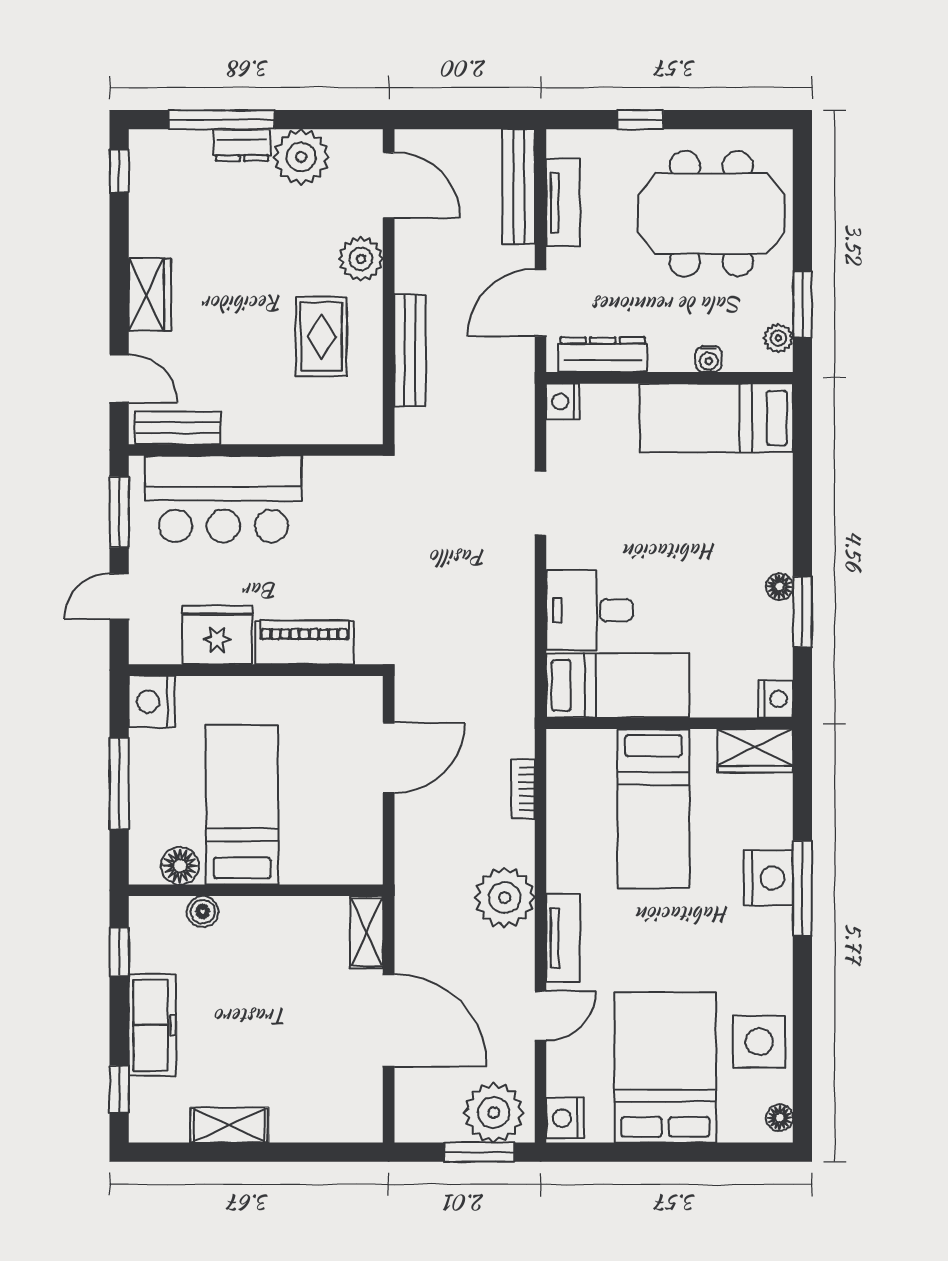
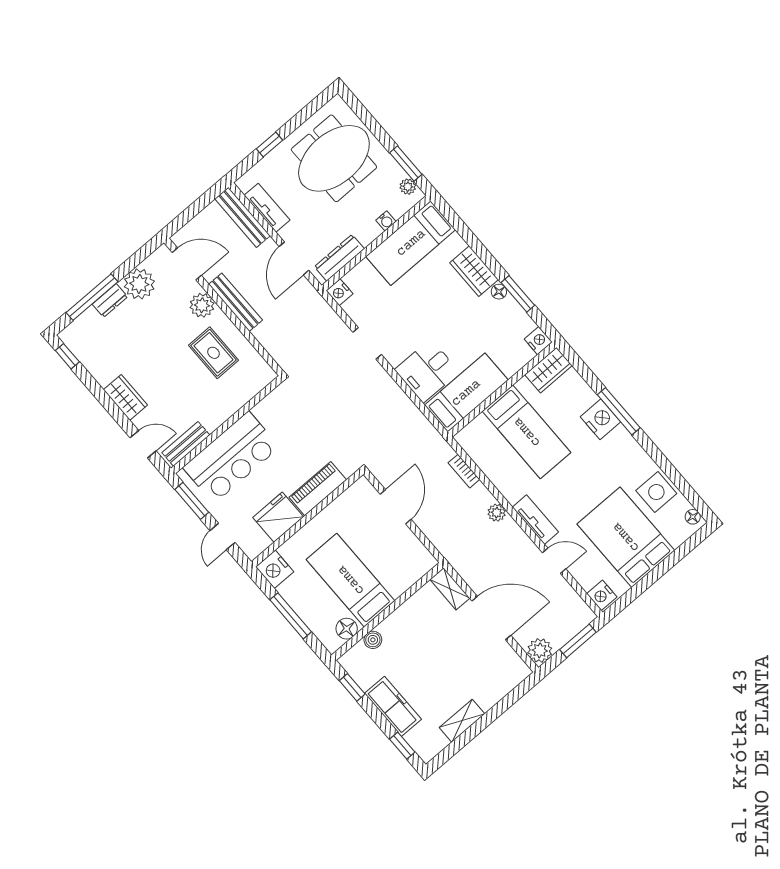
bench: (410, 350) -> (235, 302), moved
wardrobe: (770, 530) -> (474, 271), added
plant: (505, 898) -> (497, 513), width x0.53, depth x0.53
door: (541, 1016) -> (554, 561), hinge flipped
plant: (494, 1113) -> (540, 650), moved, width x0.73, depth x0.73

